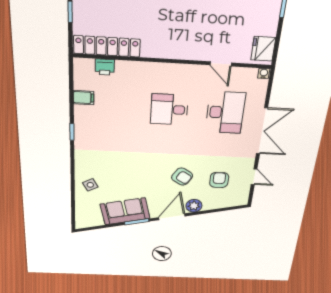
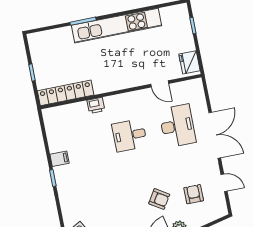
printer: (105, 67) -> (96, 105), moved
water cooler: (264, 73) -> (197, 83), removed
filing cabinet: (84, 98) -> (59, 159), moved

